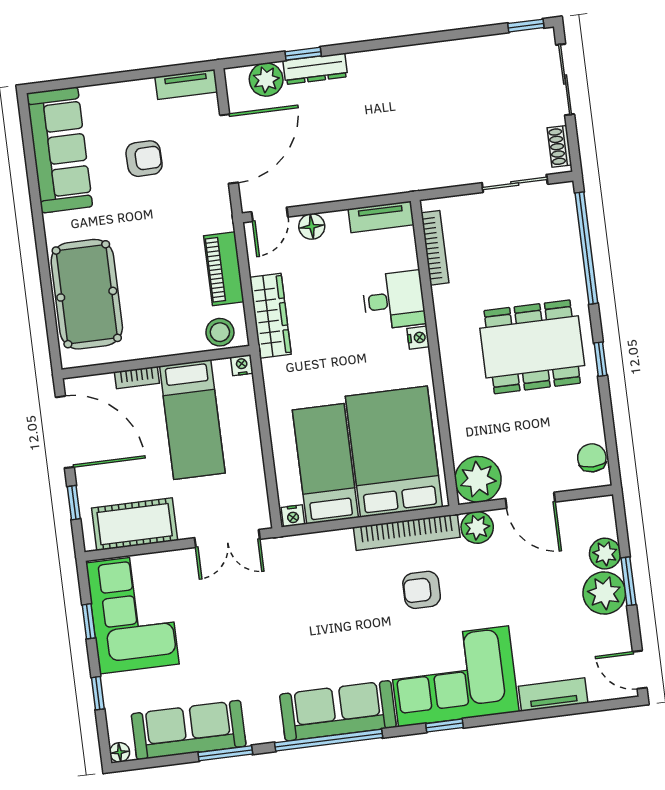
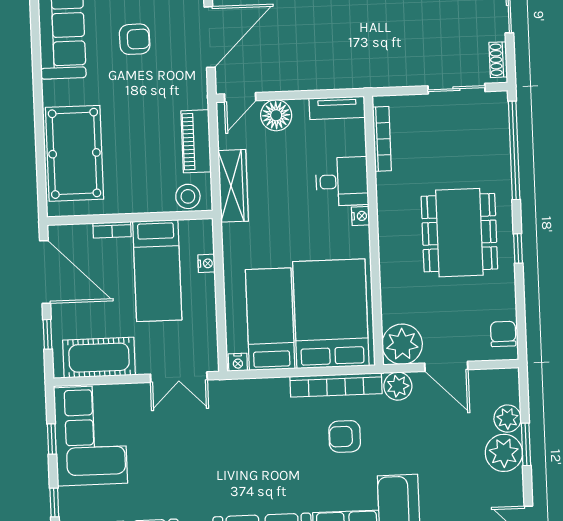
floor lamp: (312, 226) -> (276, 115), width x1.38, depth x1.38
dining table: (532, 347) -> (459, 233), turned 90
nightstand: (242, 365) -> (206, 263), moved, turned 90

